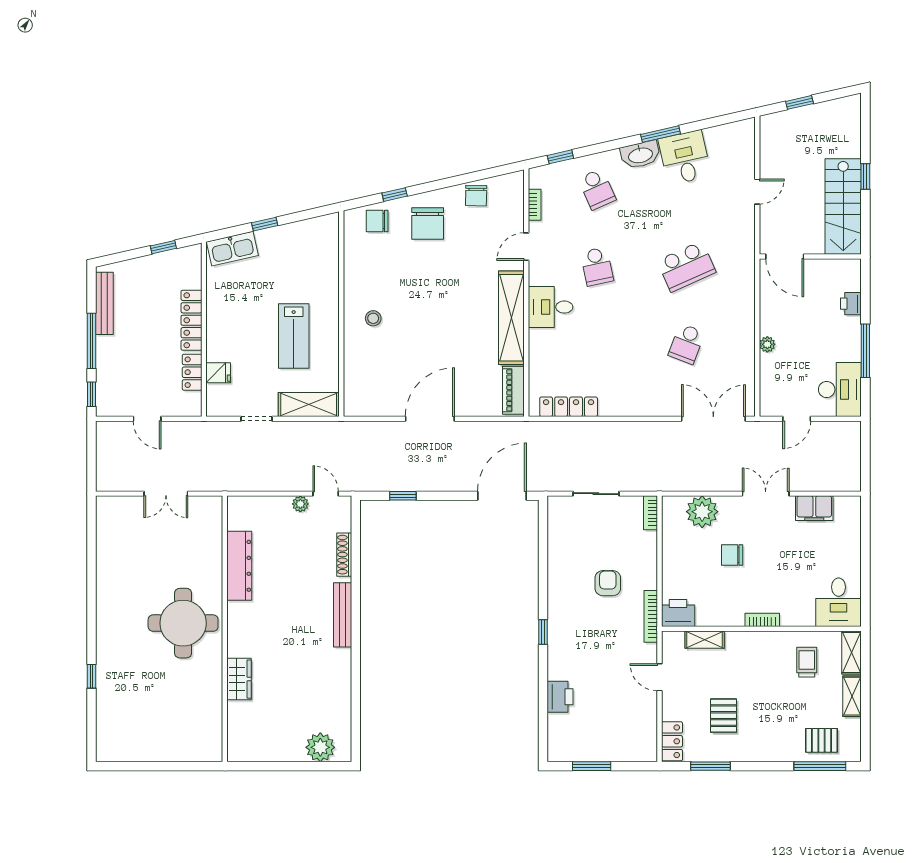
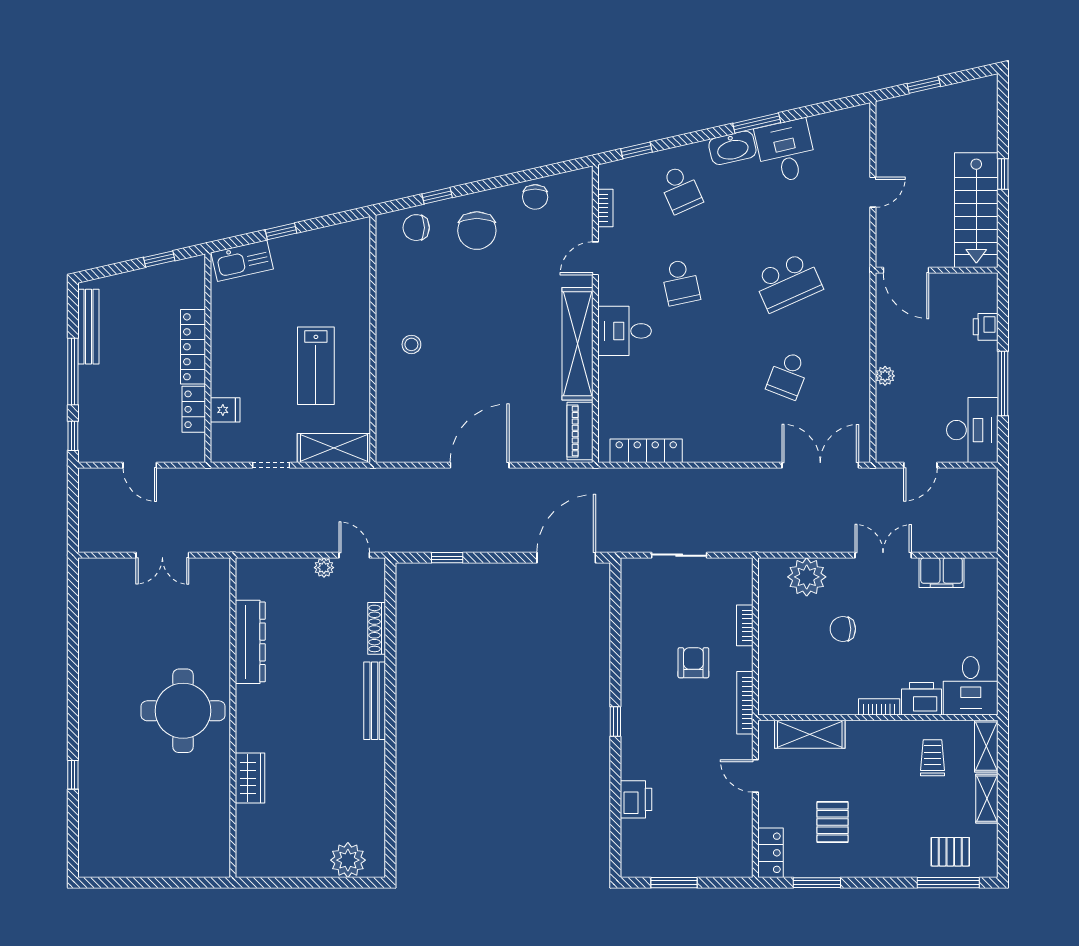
bookcase: (651, 513) -> (745, 625), moved
printer: (678, 613) -> (922, 699), moved
shelving: (705, 640) -> (810, 734), width x1.50, depth x1.33

